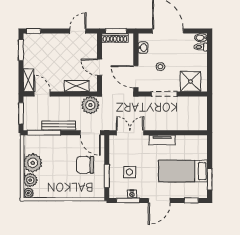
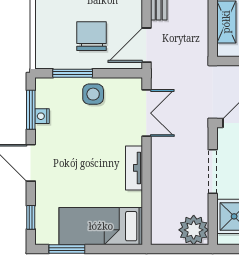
plant: (90, 105) -> (194, 230), moved
bed: (183, 171) -> (101, 226), moved, turned -90
side table: (129, 172) -> (93, 94), moved

